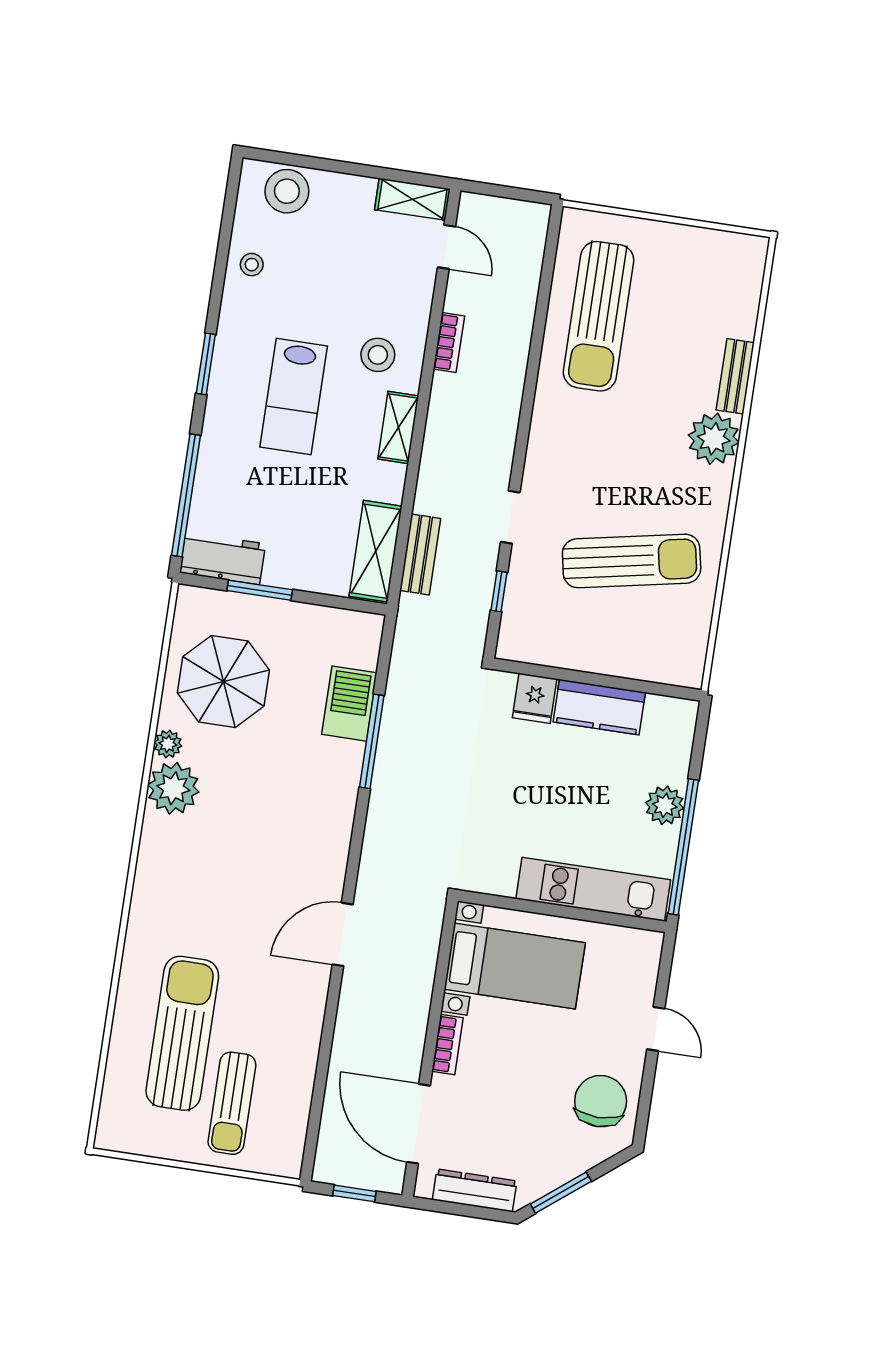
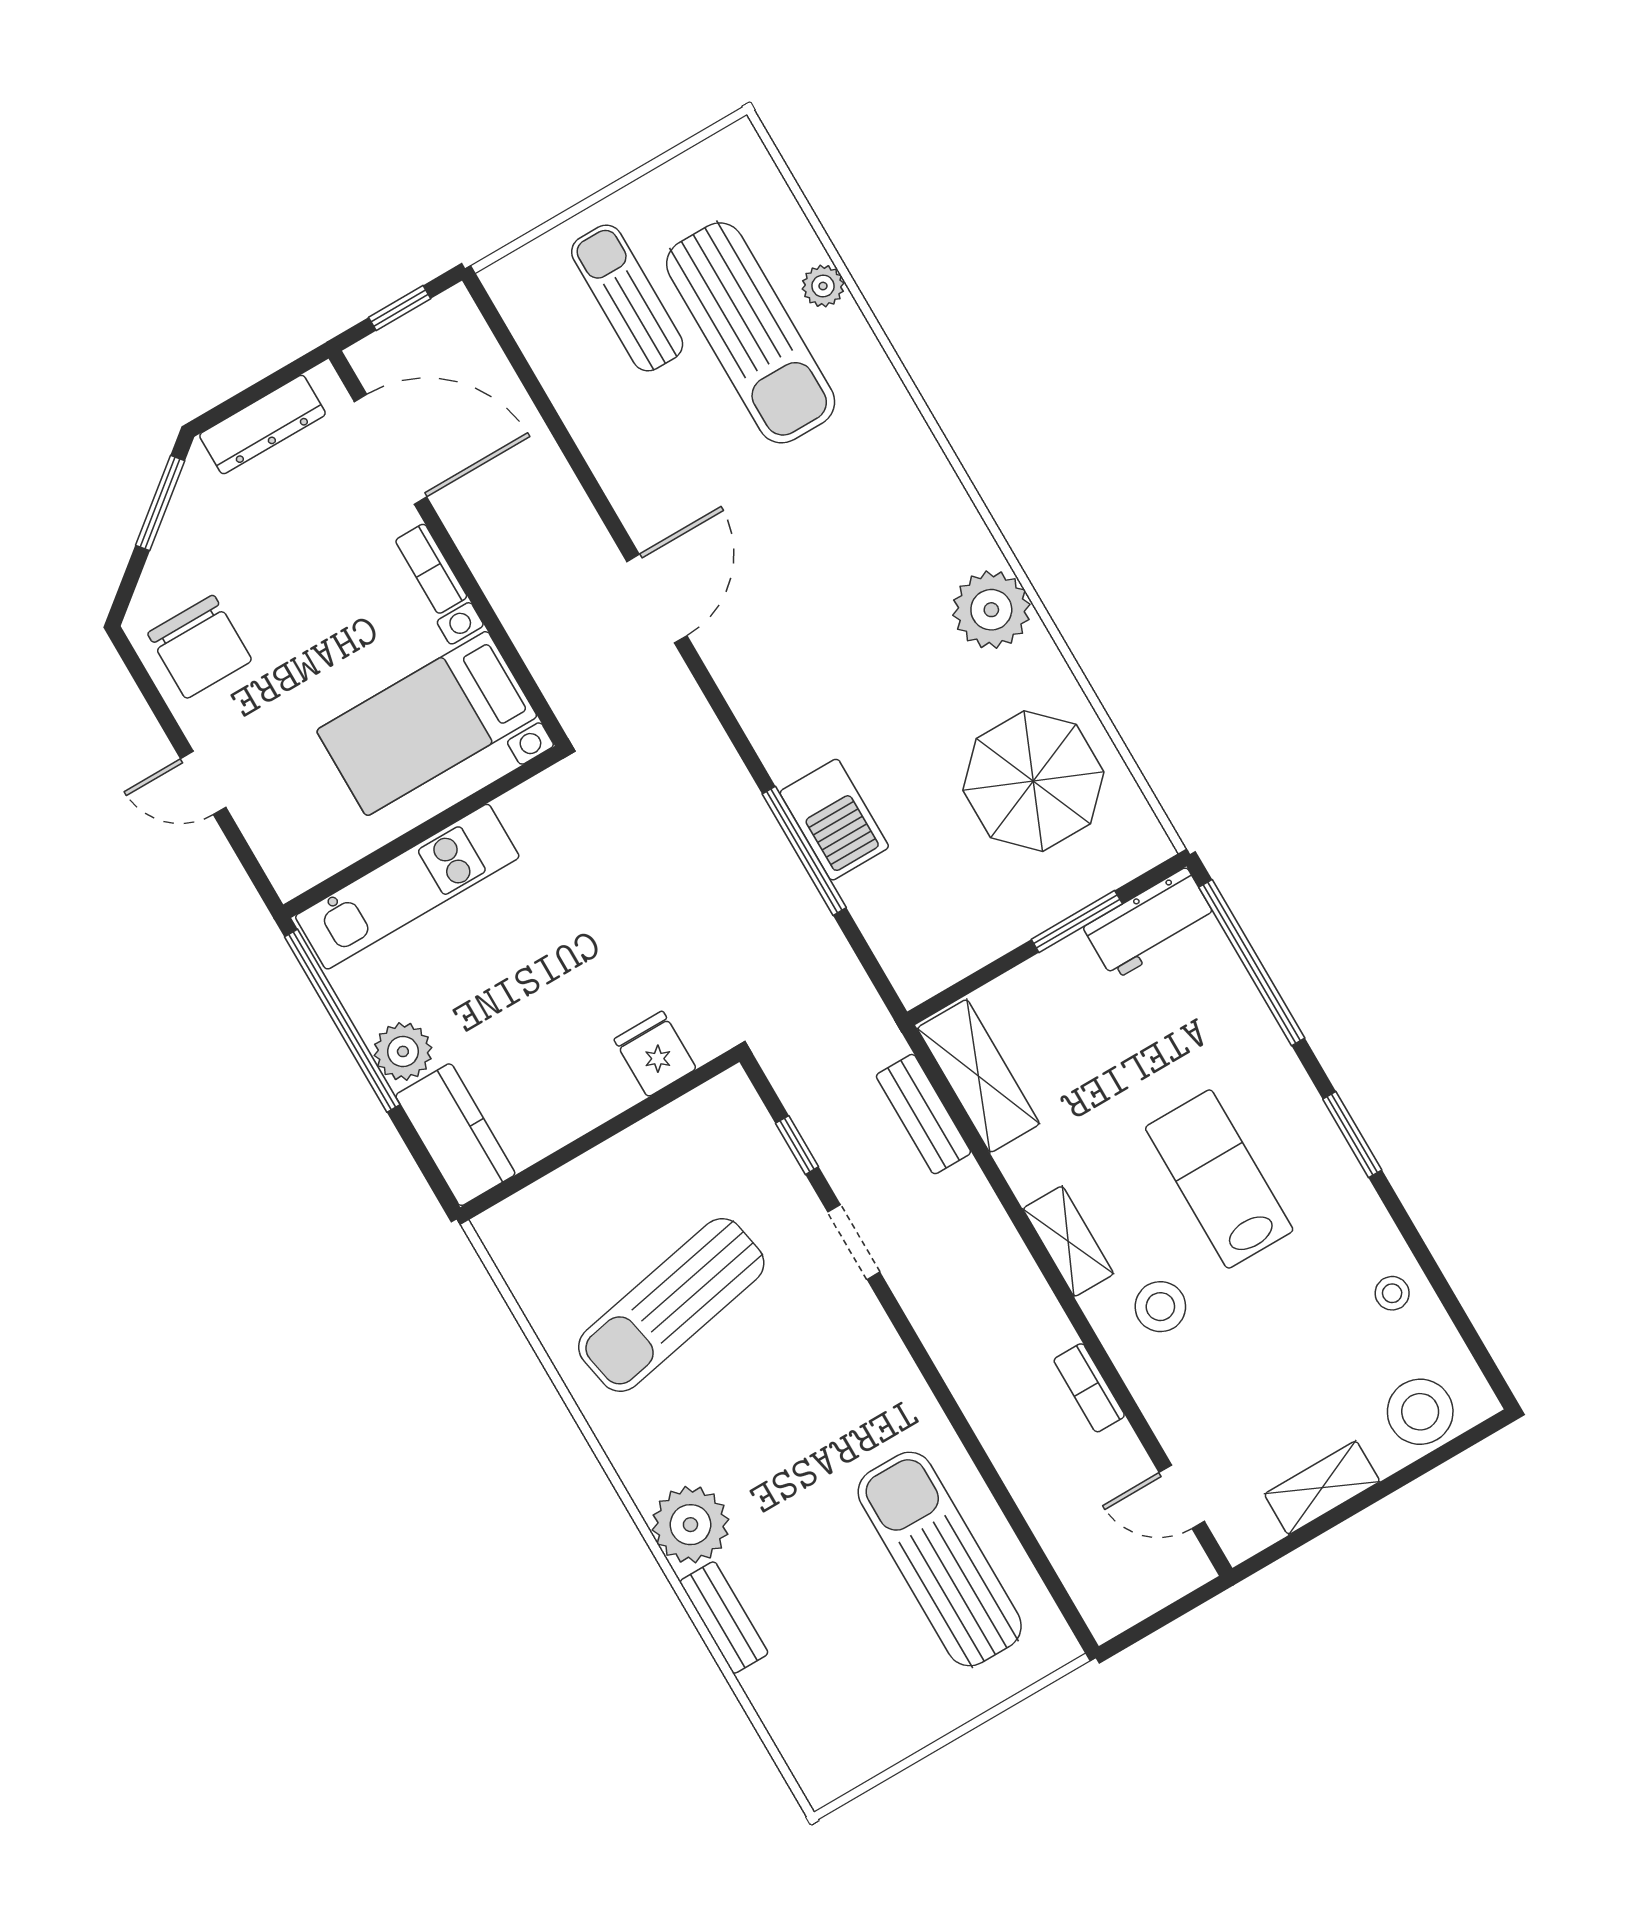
shelving: (412, 199) -> (1322, 1488), moved
barbecue: (349, 704) -> (834, 820), moved
kitchen counter: (599, 707) -> (455, 1135), moved, turned 90
plant: (168, 744) -> (823, 286), moved

